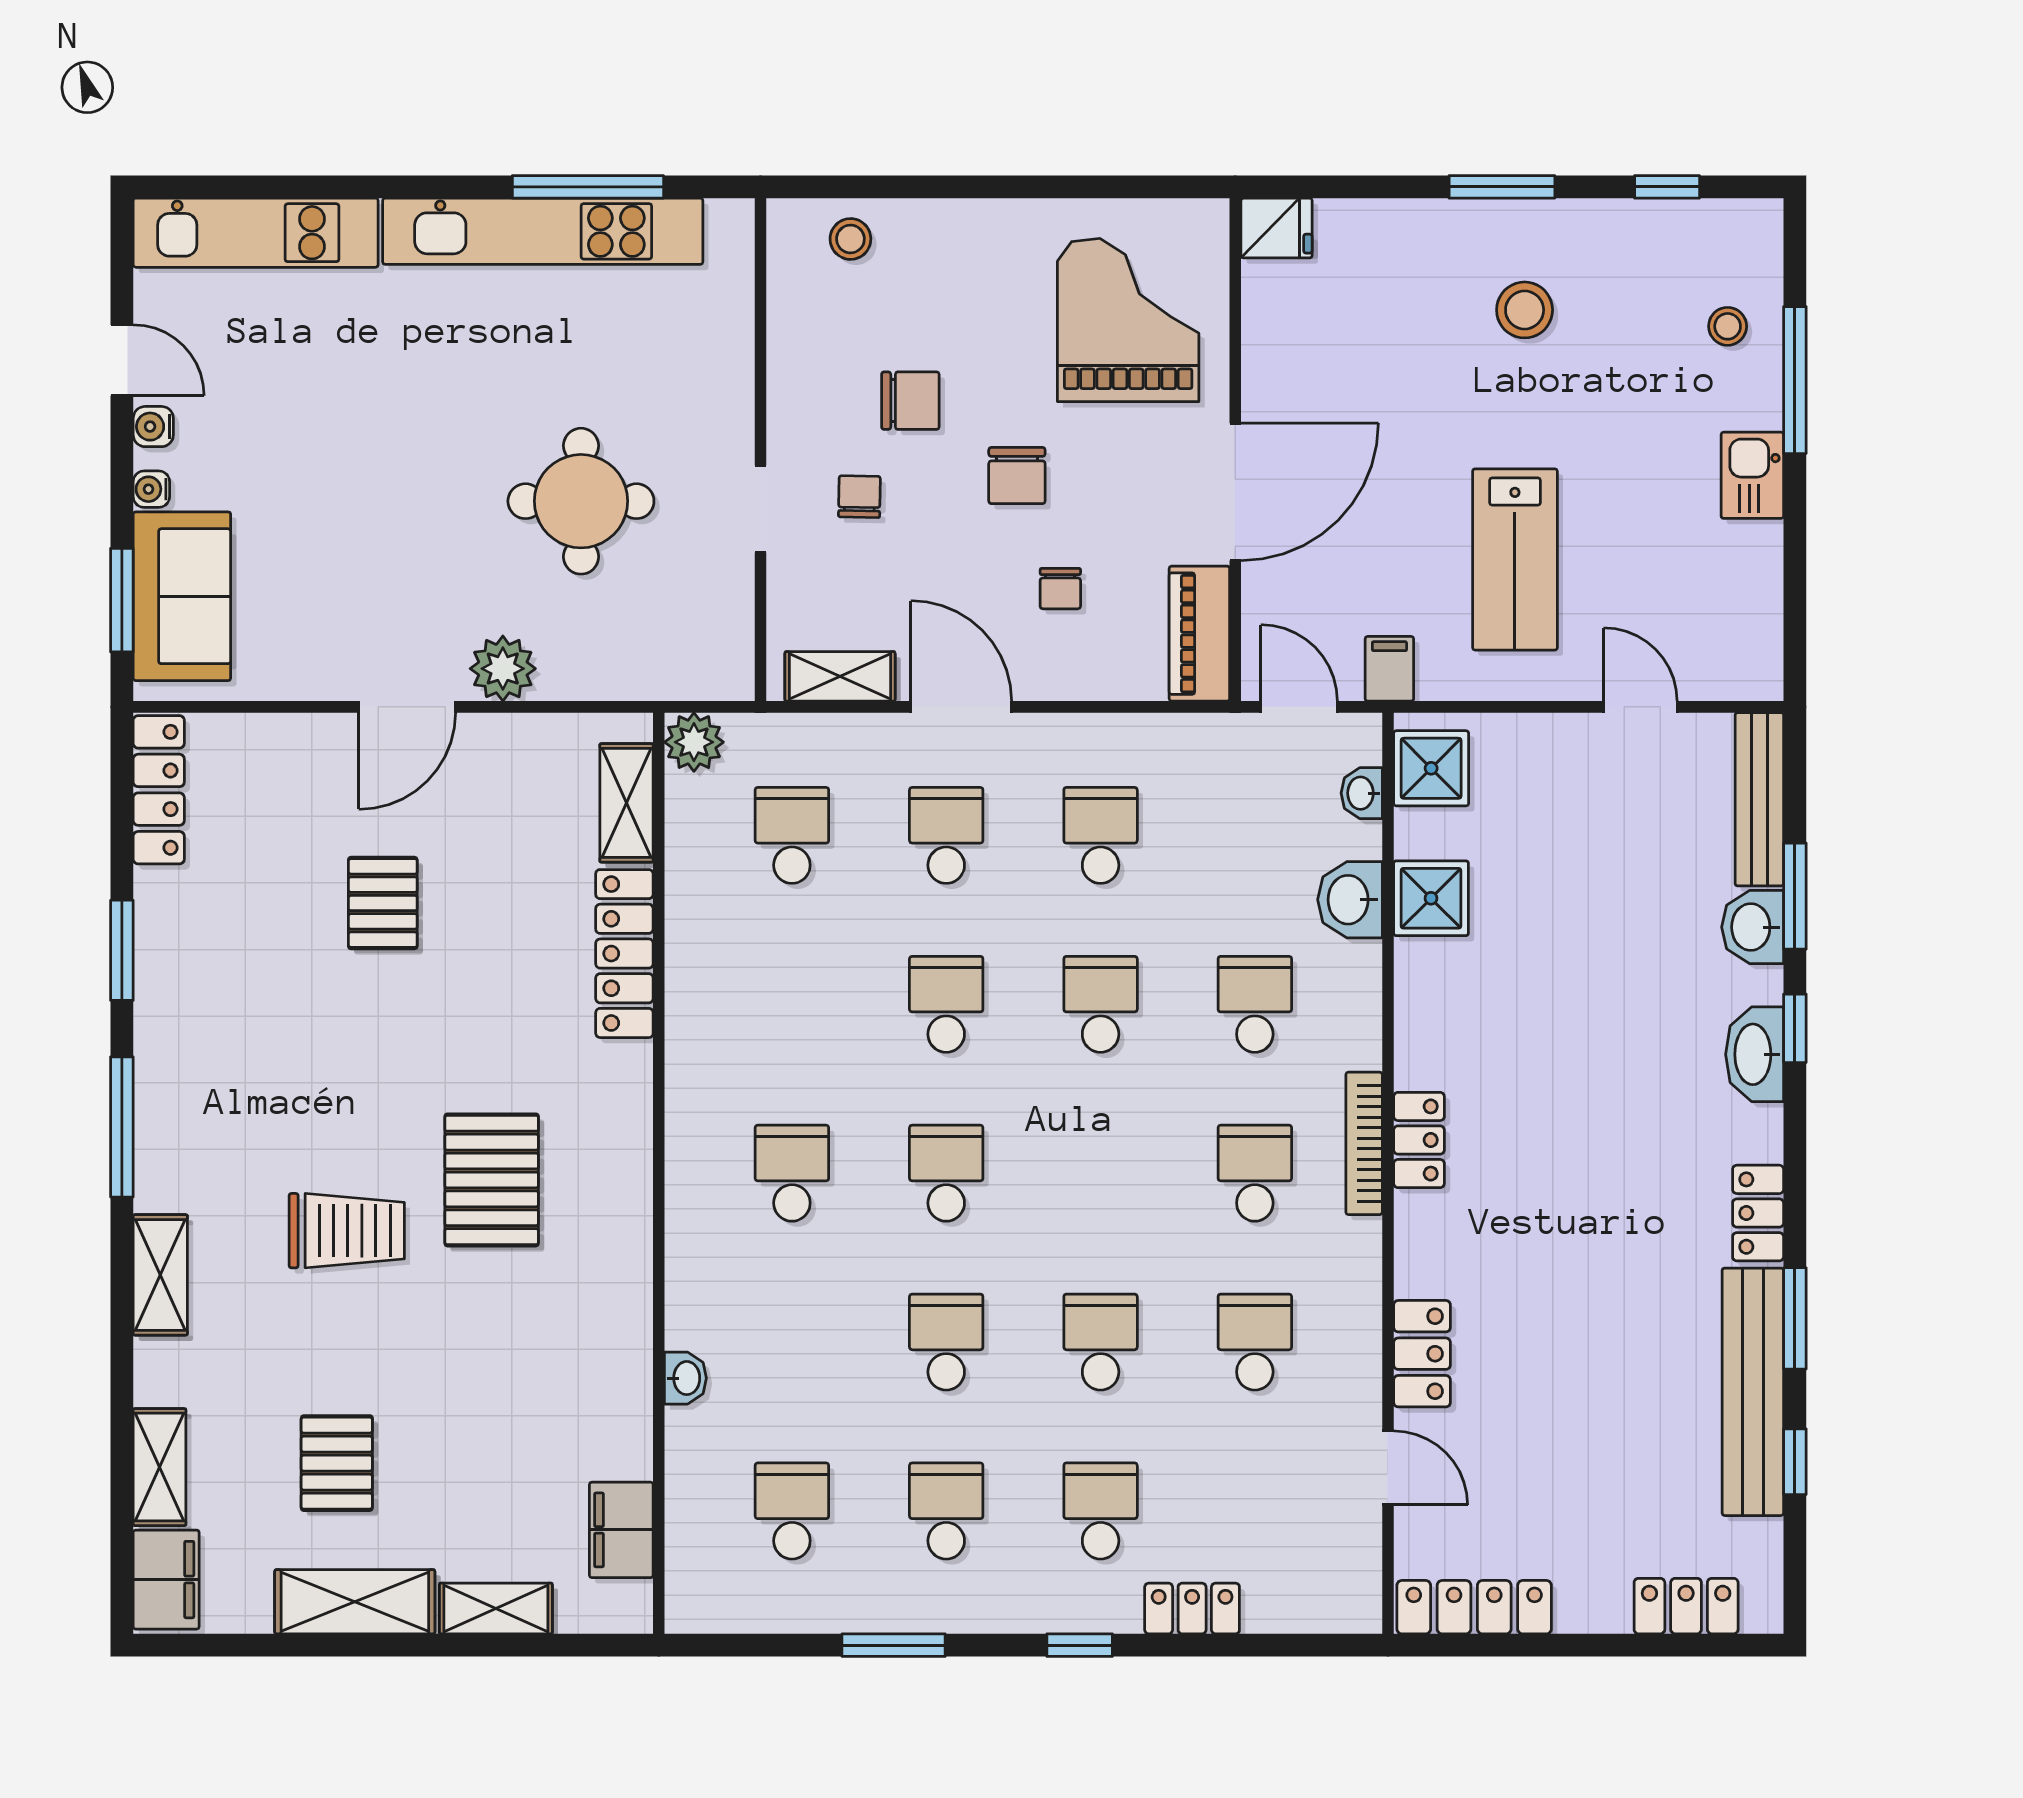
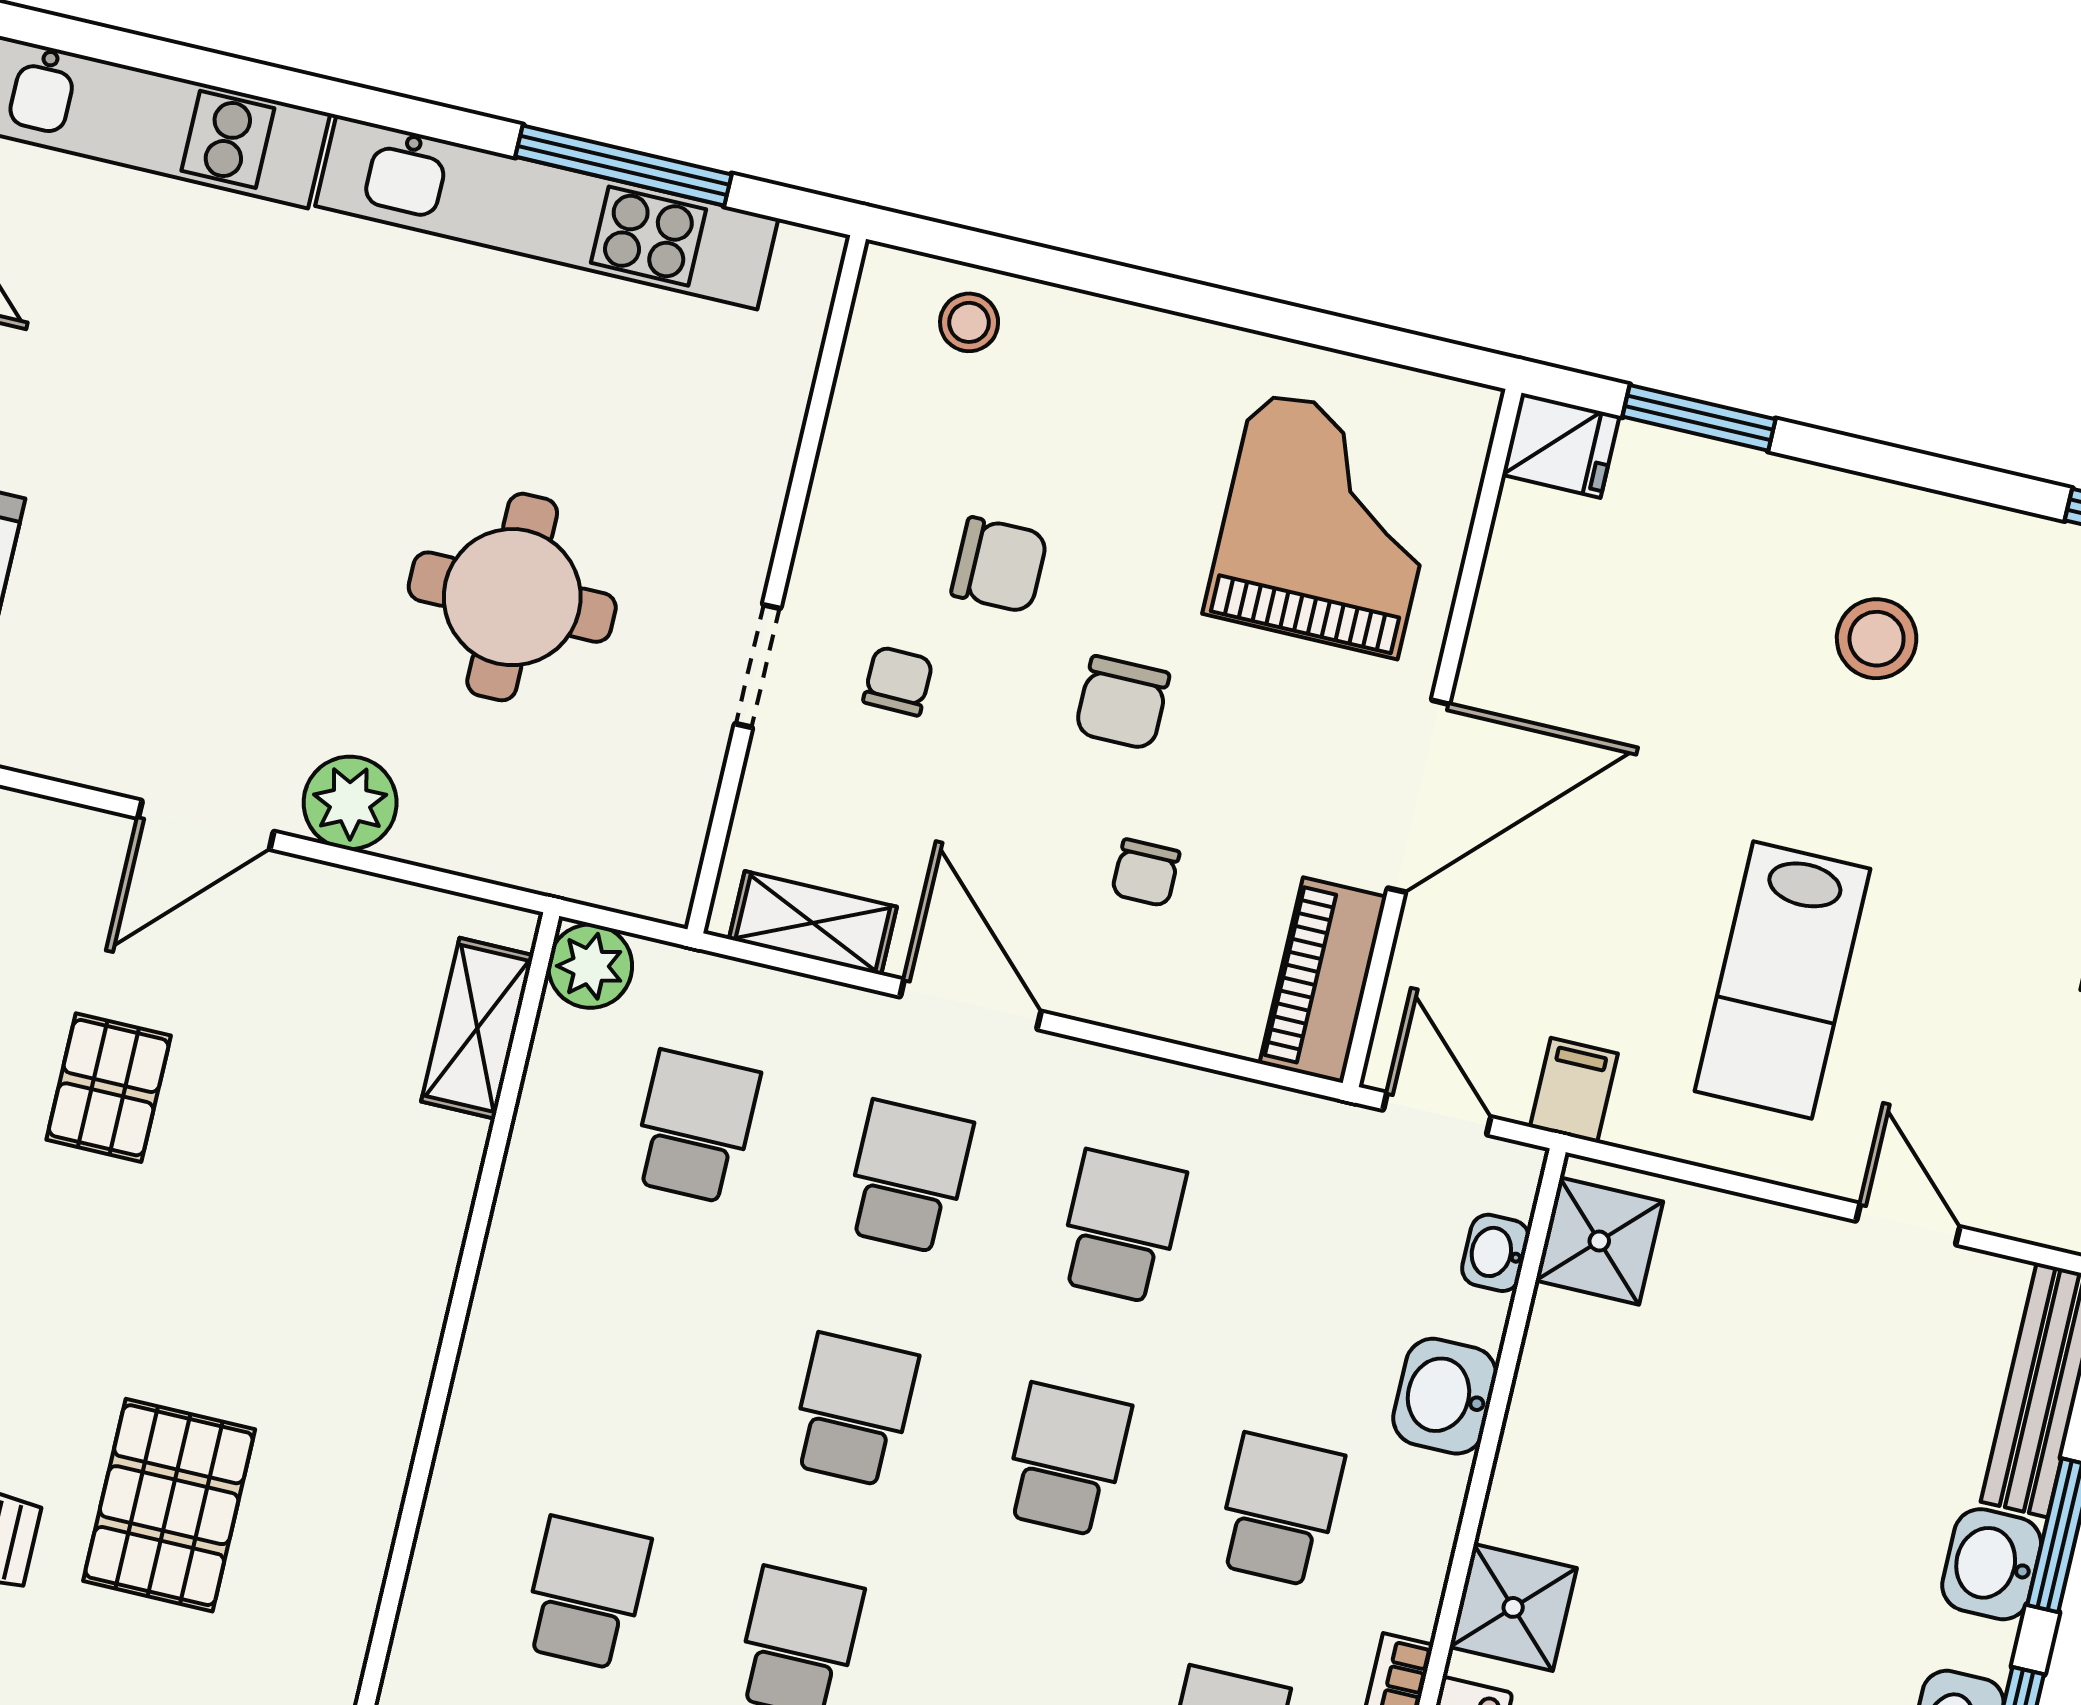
window: (1502, 187) -> (1699, 418), moved
shower: (1431, 898) -> (1513, 1607), moved
locker: (624, 954) -> (426, 1236), removed

